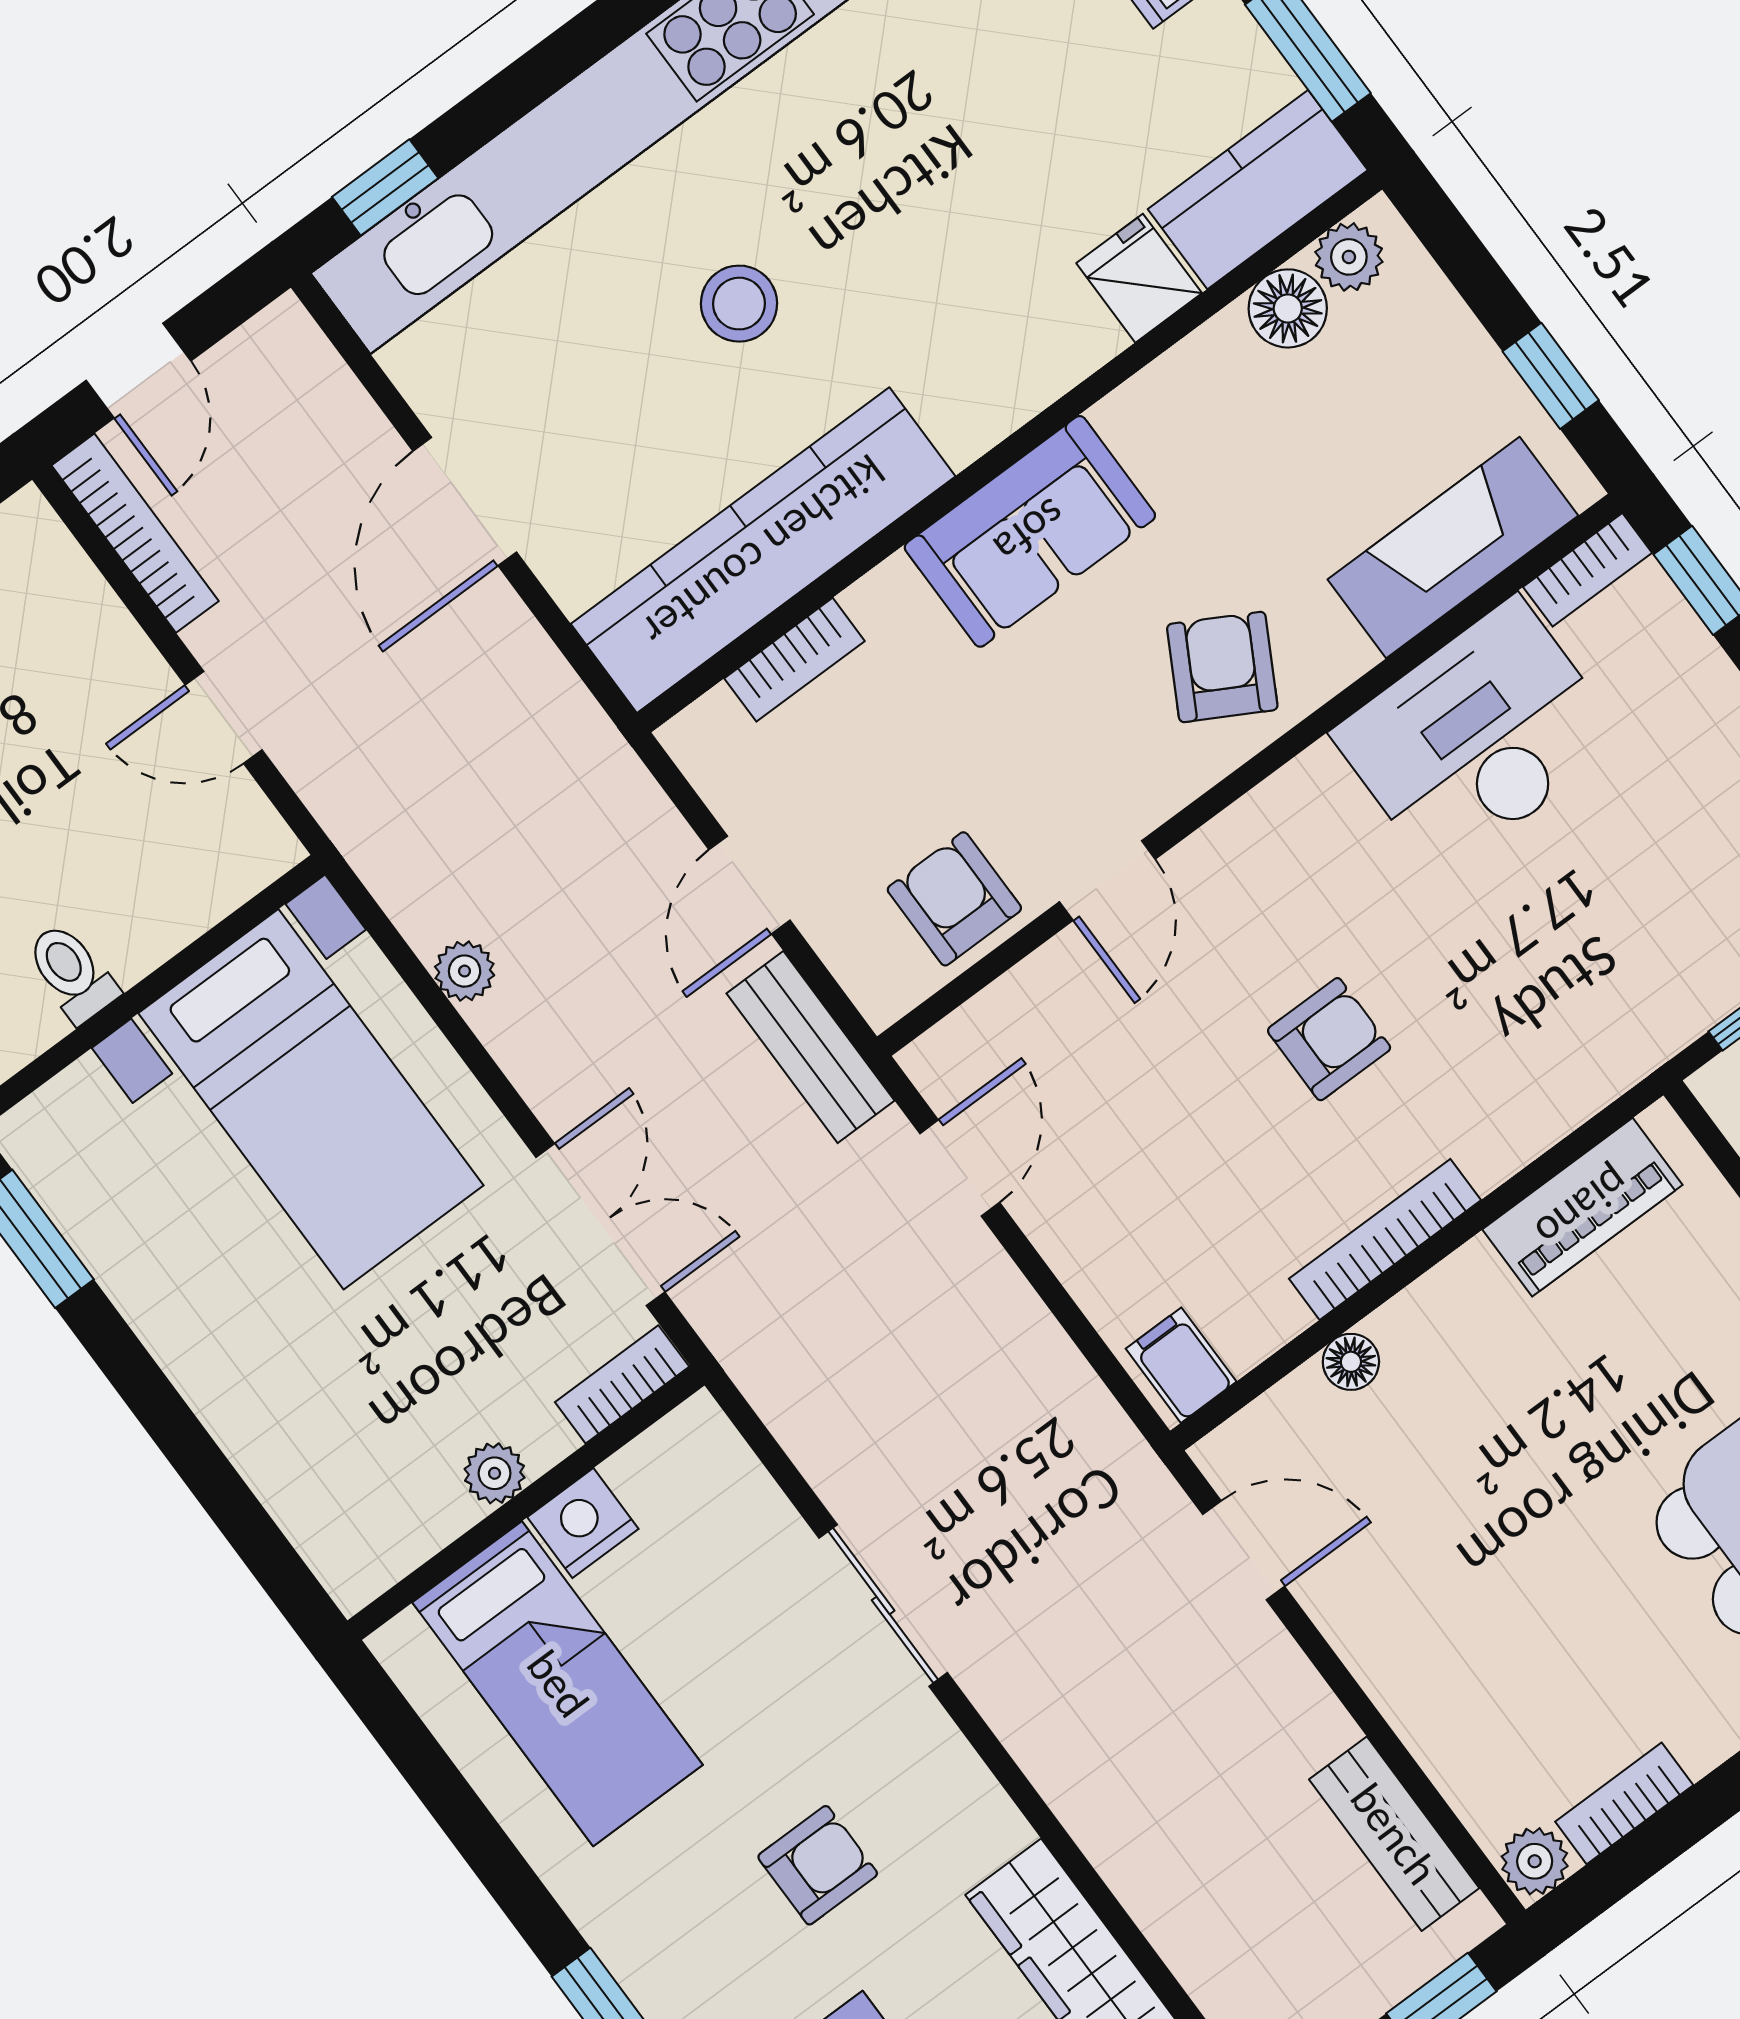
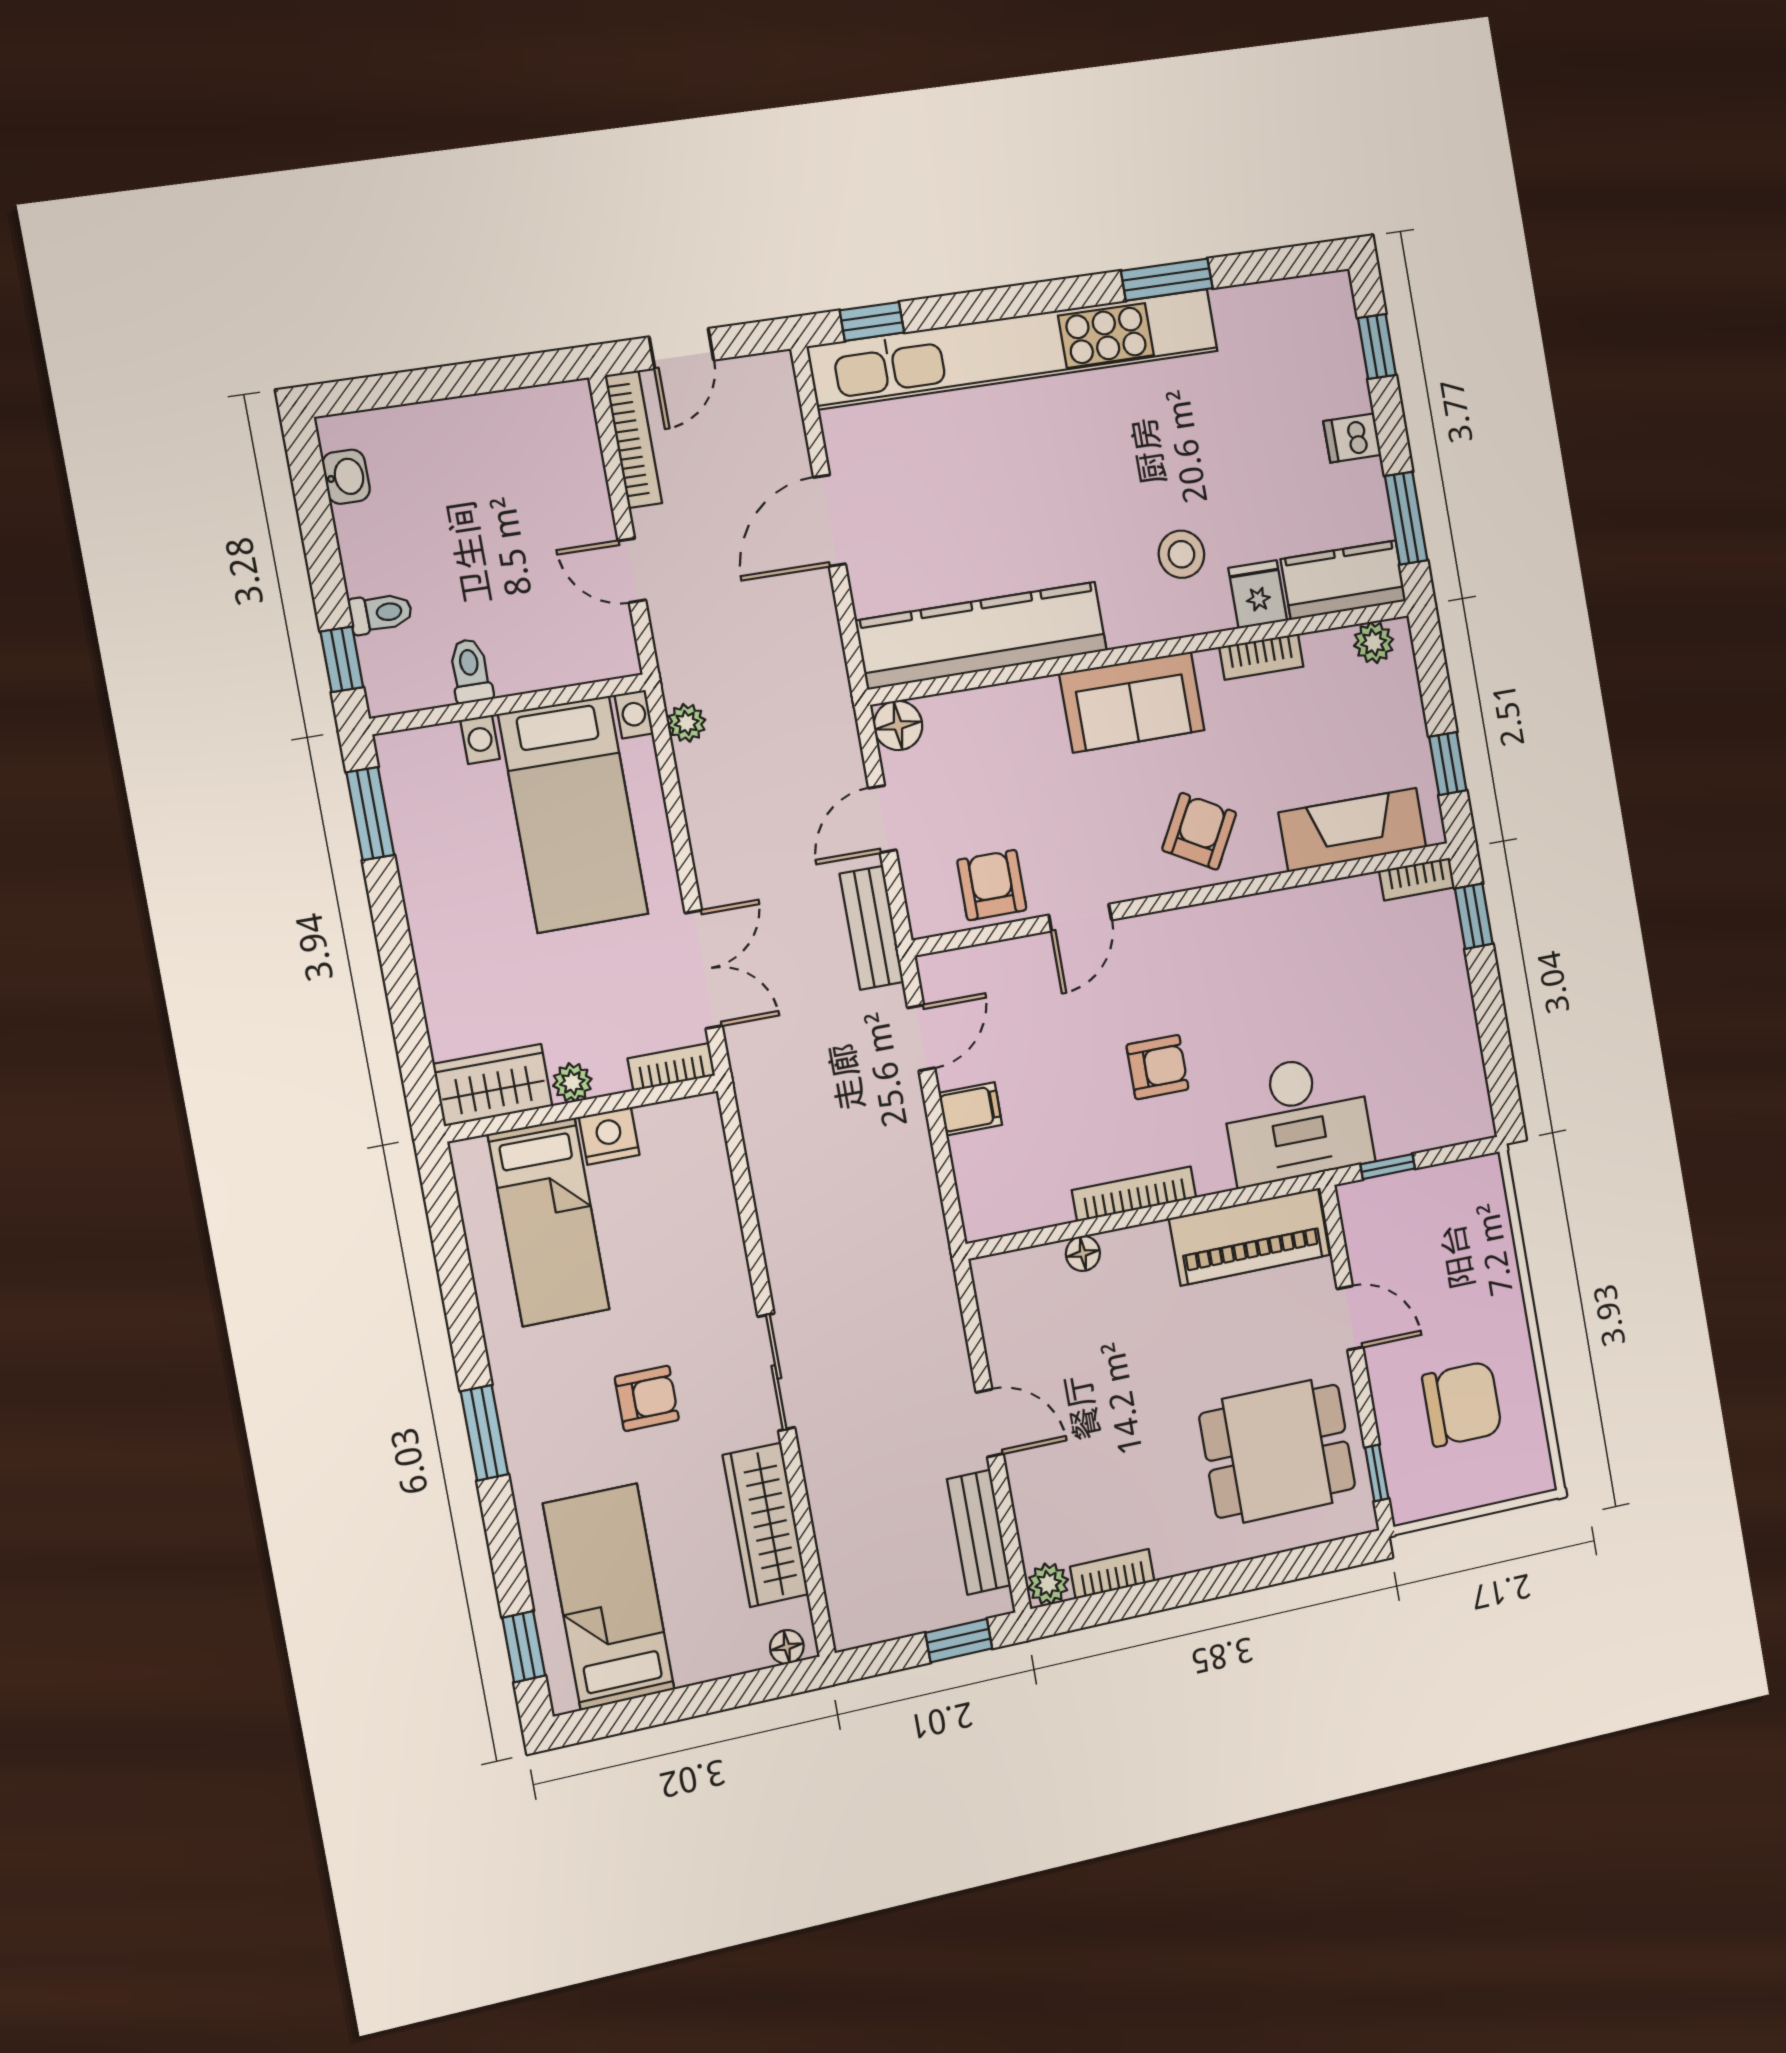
stool: (739, 304) -> (1181, 554), moved
floor lamp: (1288, 308) -> (898, 725), moved
bookcase: (795, 660) -> (1261, 657), moved
desk: (1478, 737) -> (1297, 1119), moved, turned 180
plant: (465, 971) -> (687, 723), moved
piano: (1582, 1207) -> (1250, 1237), width x1.37, depth x1.33
filing cabinet: (1181, 1365) -> (970, 1109), moved, turned 90
wardrobe: (386, 1531) -> (493, 1085), added
door: (1244, 1550) -> (990, 1423), moved
sliding door: (883, 1605) -> (776, 1372), moved

